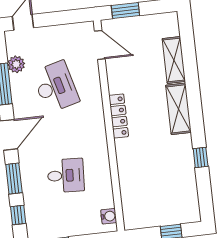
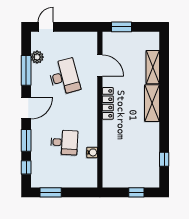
door: (100, 45) -> (100, 65), moved
window: (201, 158) -> (164, 159), moved
water cooler: (109, 216) -> (92, 152), moved

